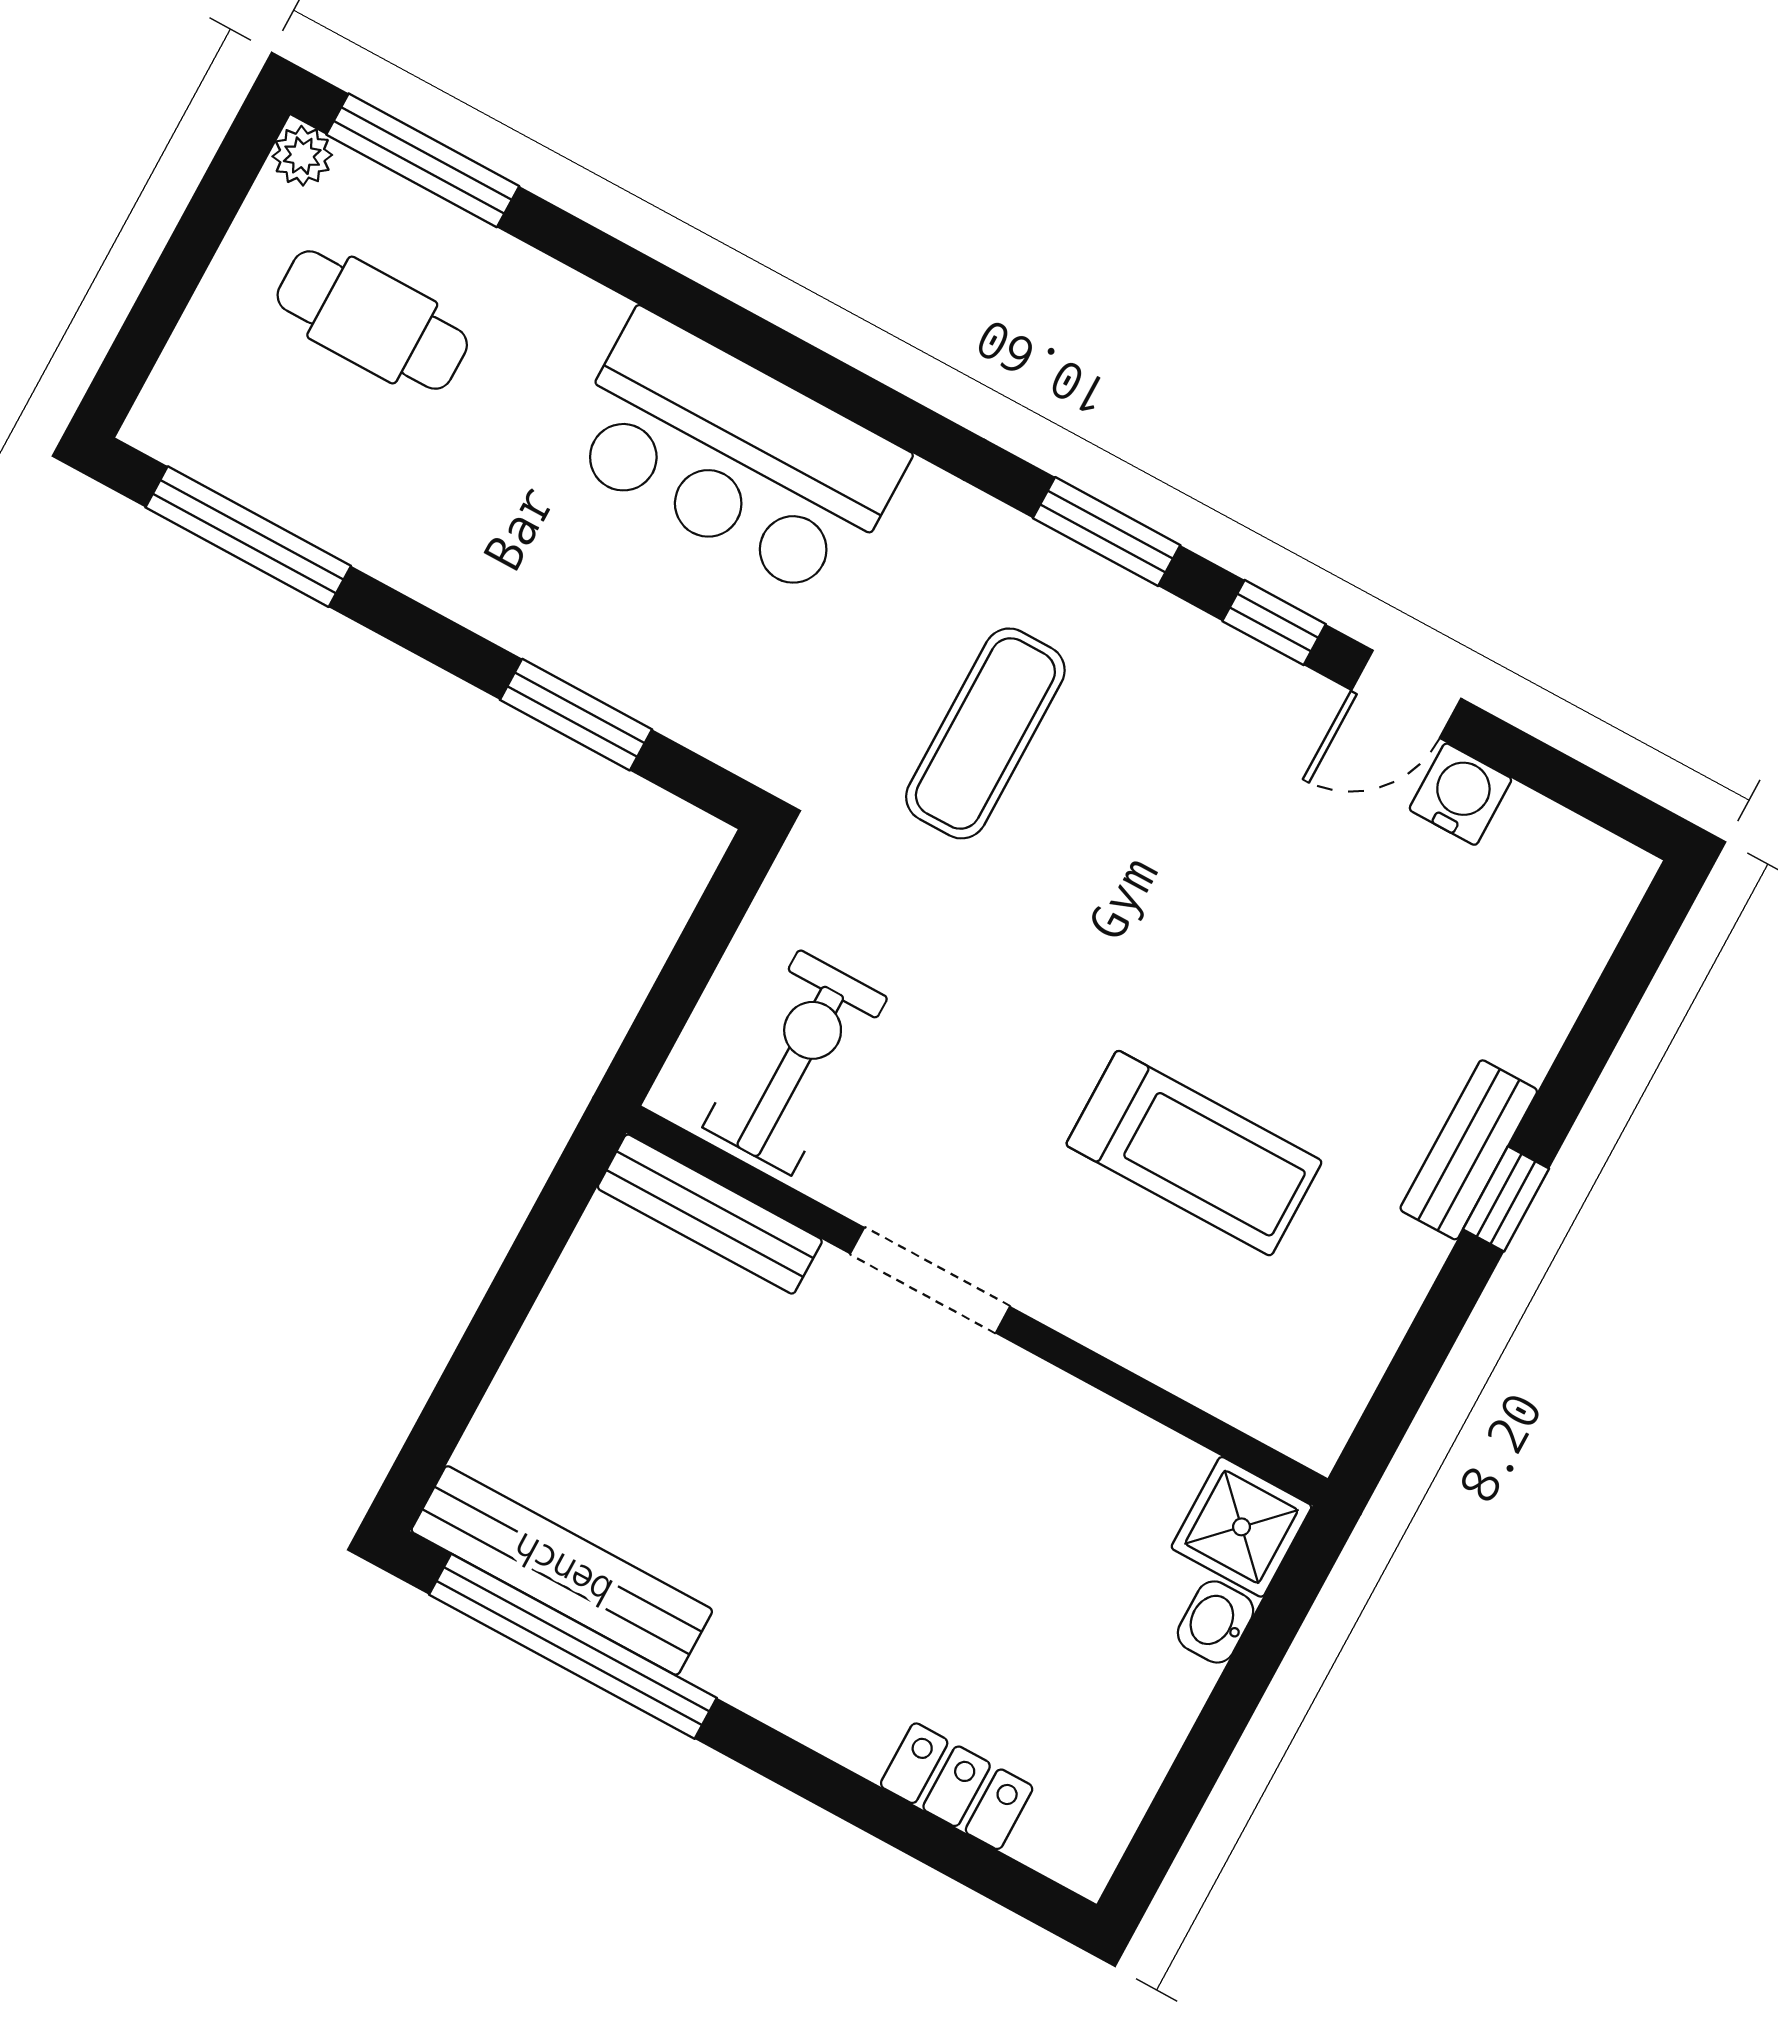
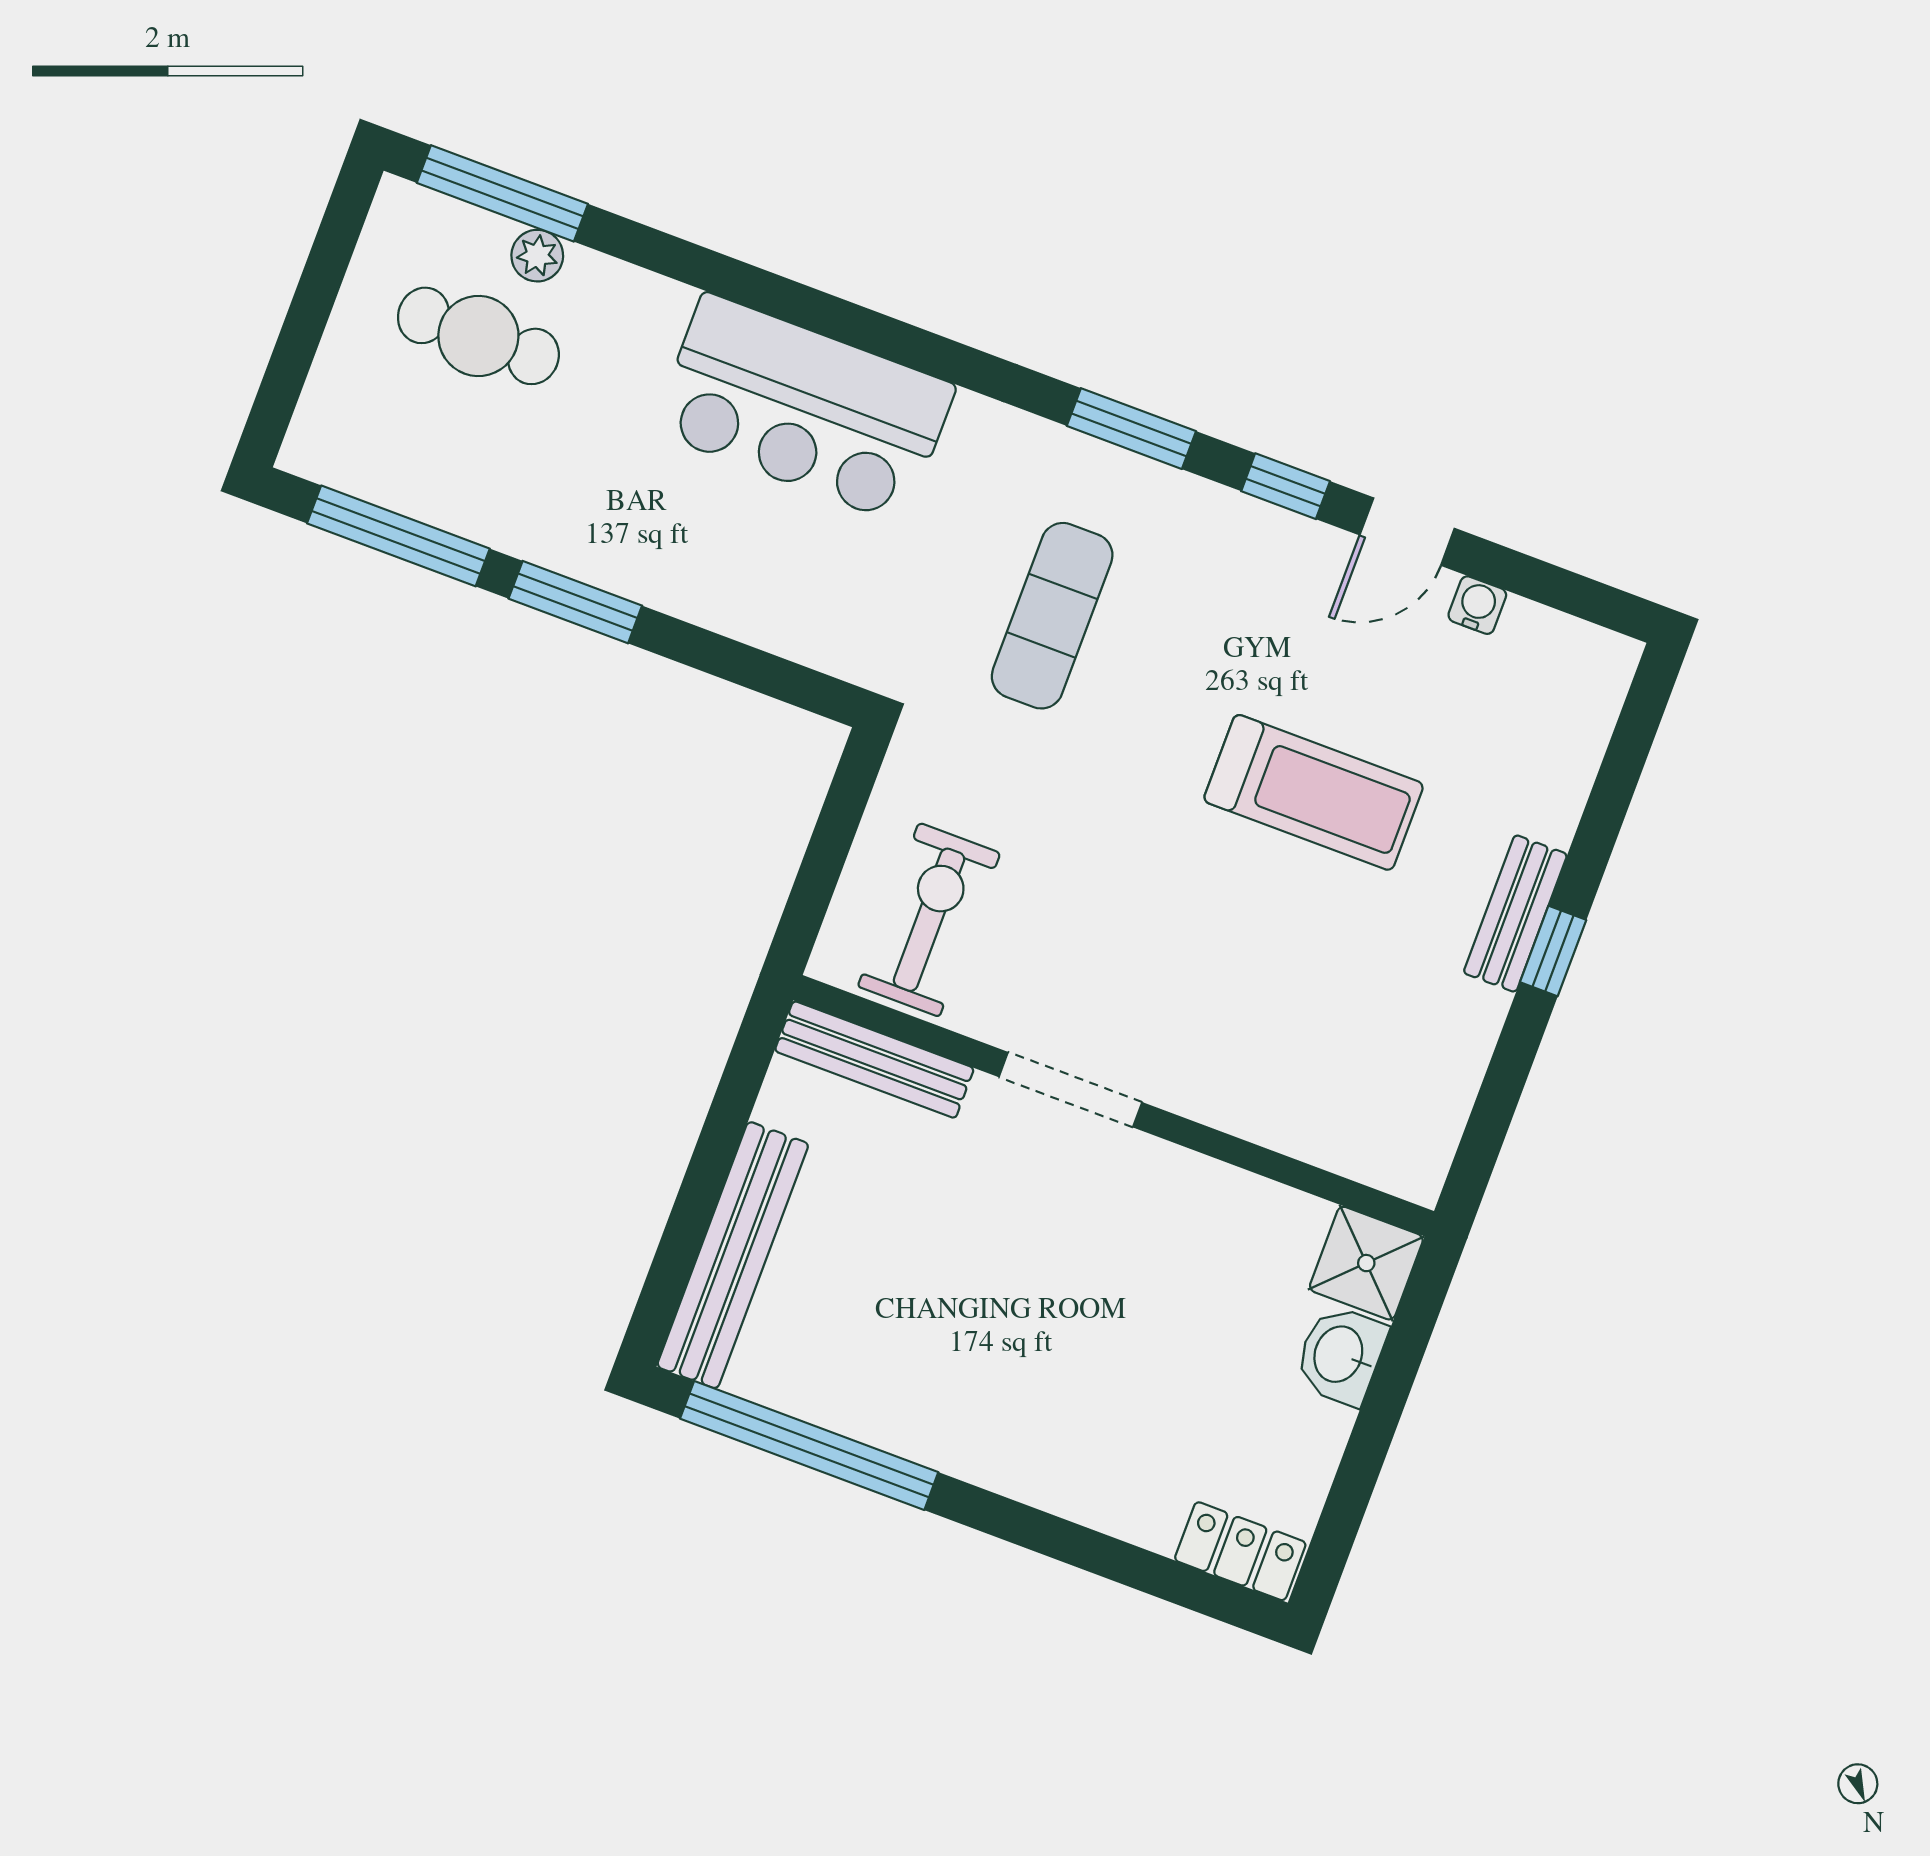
plant: (302, 156) -> (537, 256), moved
window: (576, 715) -> (575, 602), moved
water cooler: (1460, 794) -> (1477, 605), width x0.72, depth x0.72
treadmill: (1194, 1153) -> (1314, 792), moved
bench: (562, 1570) -> (733, 1255), moved, turned 90
washbasin: (1216, 1622) -> (1340, 1355), width x1.38, depth x1.45
locker: (957, 1786) -> (1240, 1551), moved

